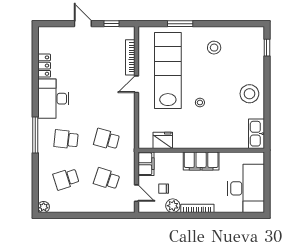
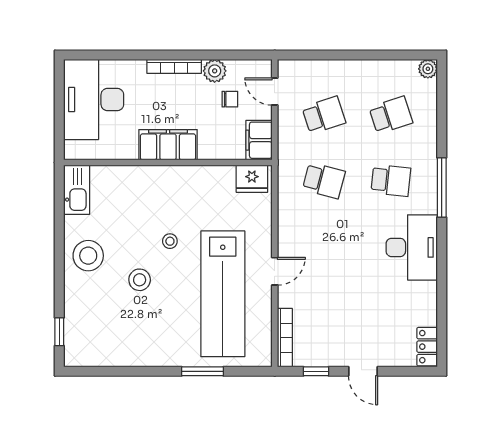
stool: (214, 48) -> (140, 280), moved
bookcase: (130, 57) -> (285, 338), moved
locker: (44, 66) -> (427, 347), moved
fridge: (163, 140) -> (252, 179), moved
school desk: (107, 179) -> (324, 115), turned -36

